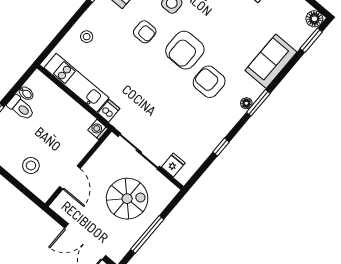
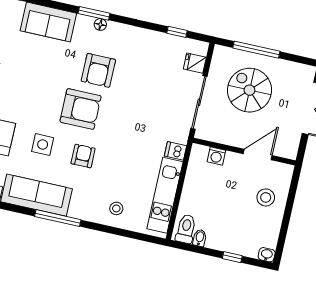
toilet: (21, 108) -> (186, 229), moved
washing machine: (98, 129) -> (216, 156), moved
window: (221, 147) -> (177, 32), moved
window: (147, 234) -> (256, 50), moved

